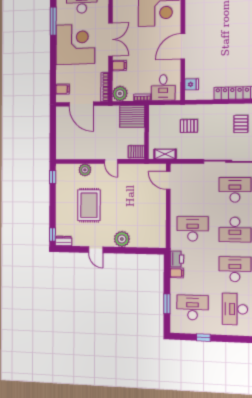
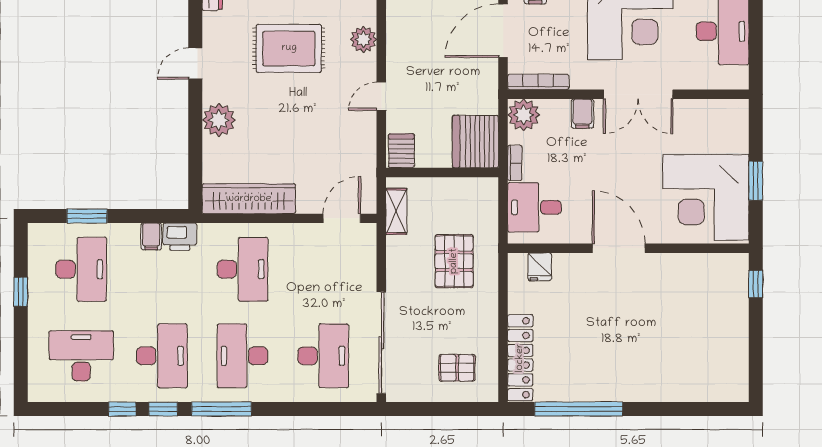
pallet: (189, 126) -> (454, 261), width x1.50, depth x1.42
wardrobe: (159, 225) -> (249, 199), added

